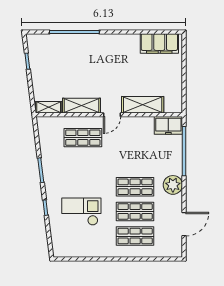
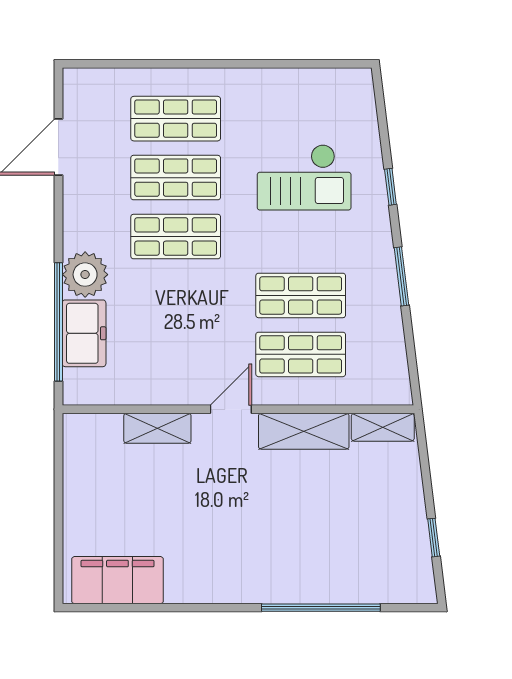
shelving: (143, 105) -> (157, 428), width x0.67, depth x0.75
freezer: (168, 125) -> (84, 333), moved, turned 90
shop shelf: (83, 162) -> (301, 295), added
plant: (173, 185) -> (85, 275), moved

